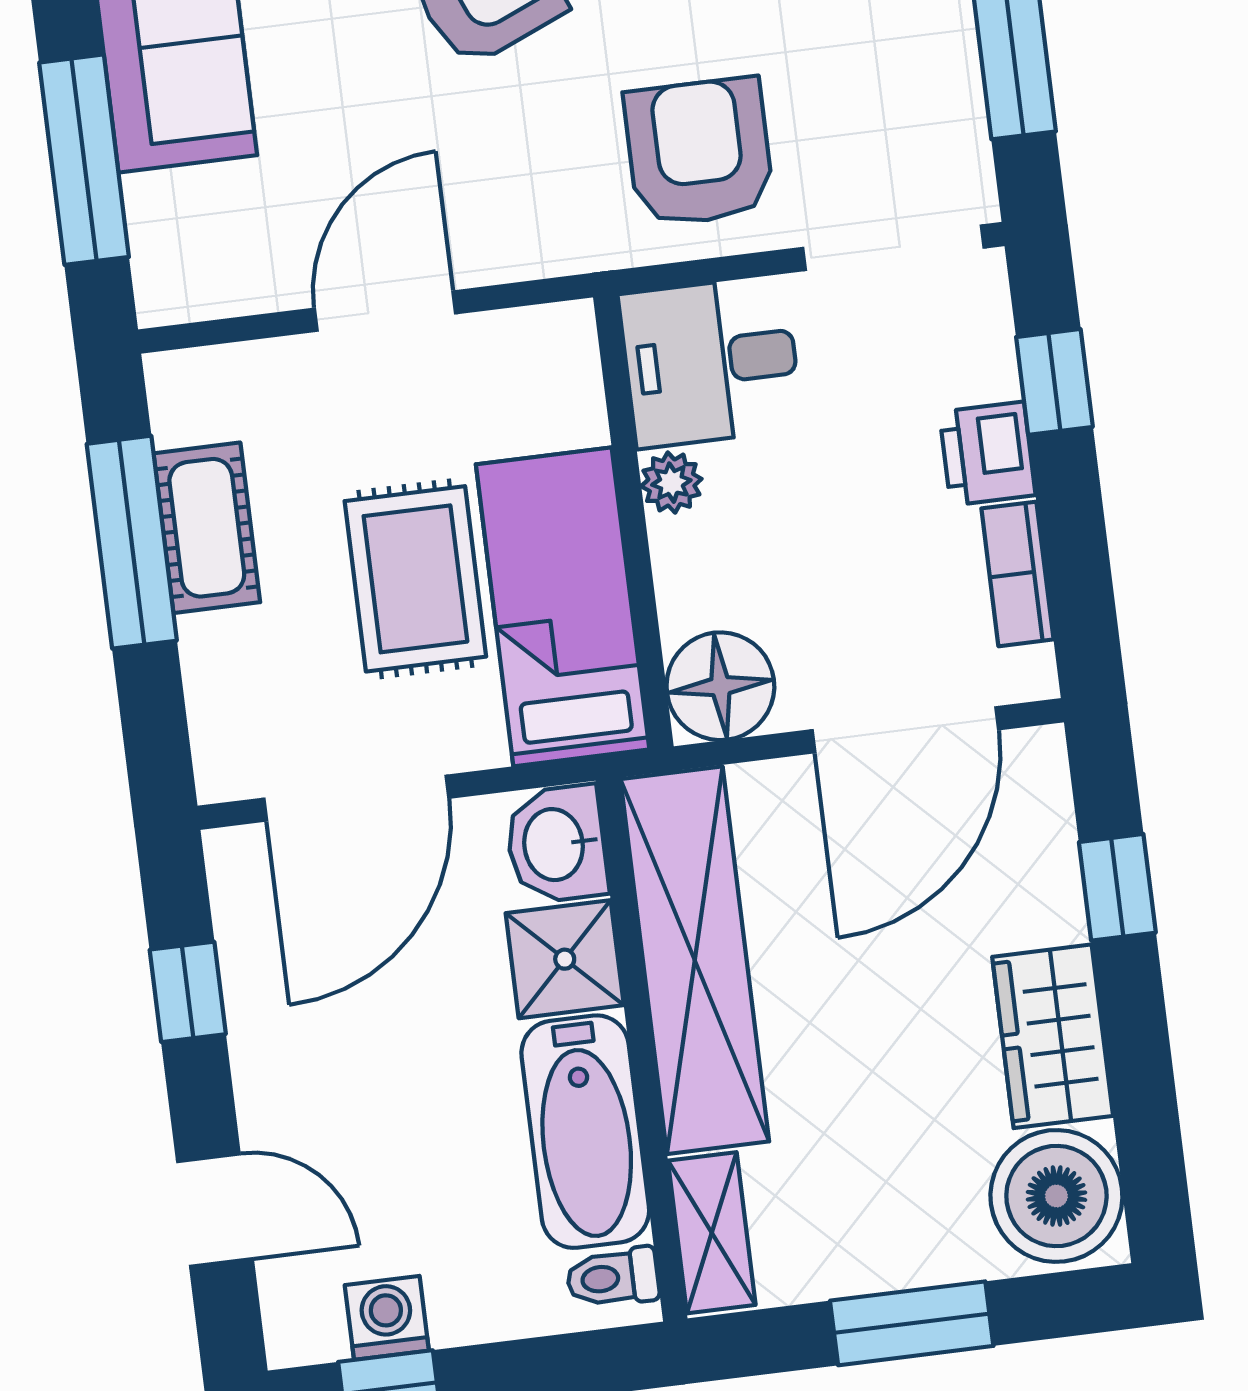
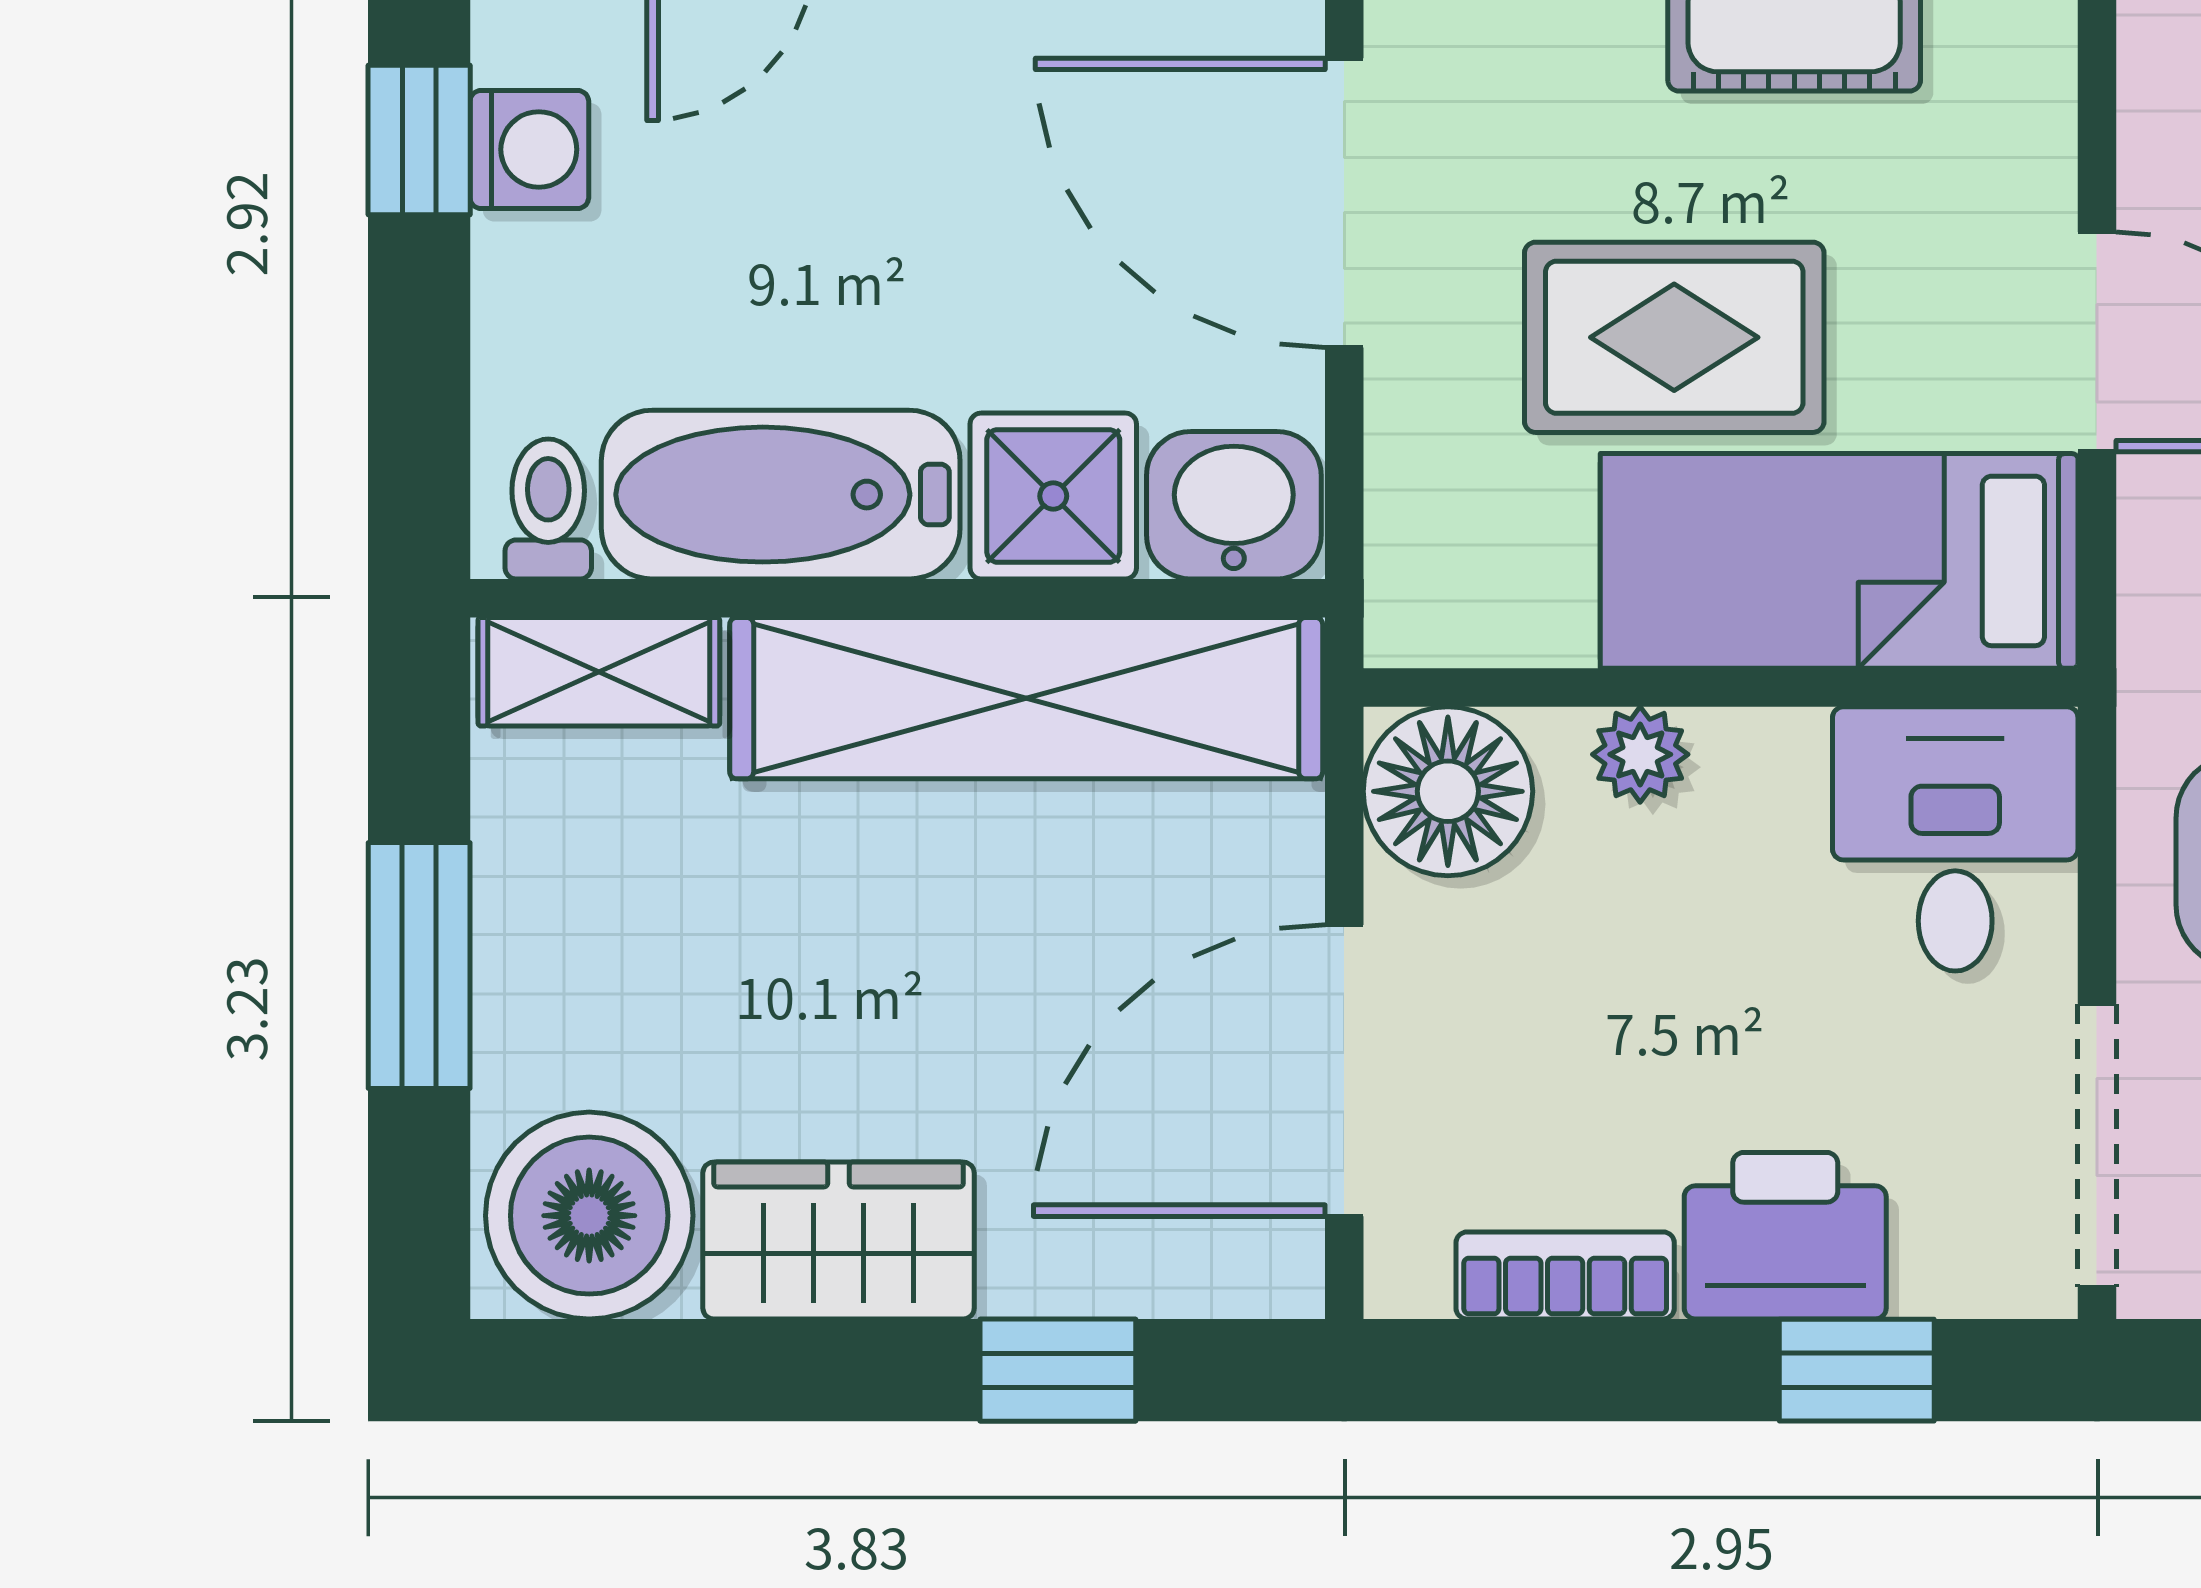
printer: (987, 454) -> (1785, 1236), width x1.36, depth x1.24
plant: (671, 483) -> (1640, 754), moved
bed: (563, 607) -> (1839, 561), moved, turned 180
door: (905, 730) -> (1344, 1071), hinge flipped

